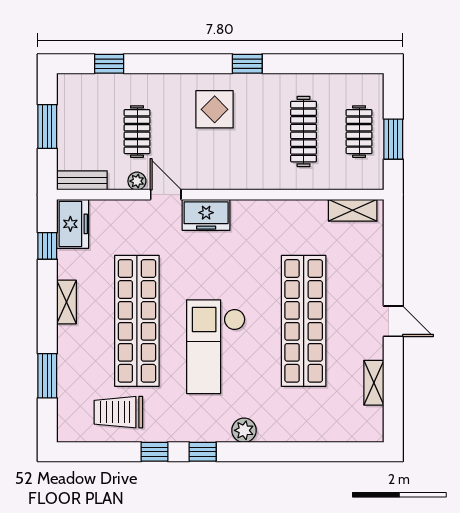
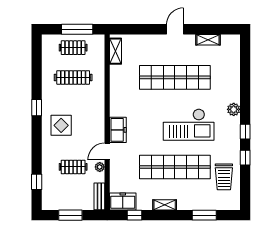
window: (393, 139) -> (77, 29), width x1.44

